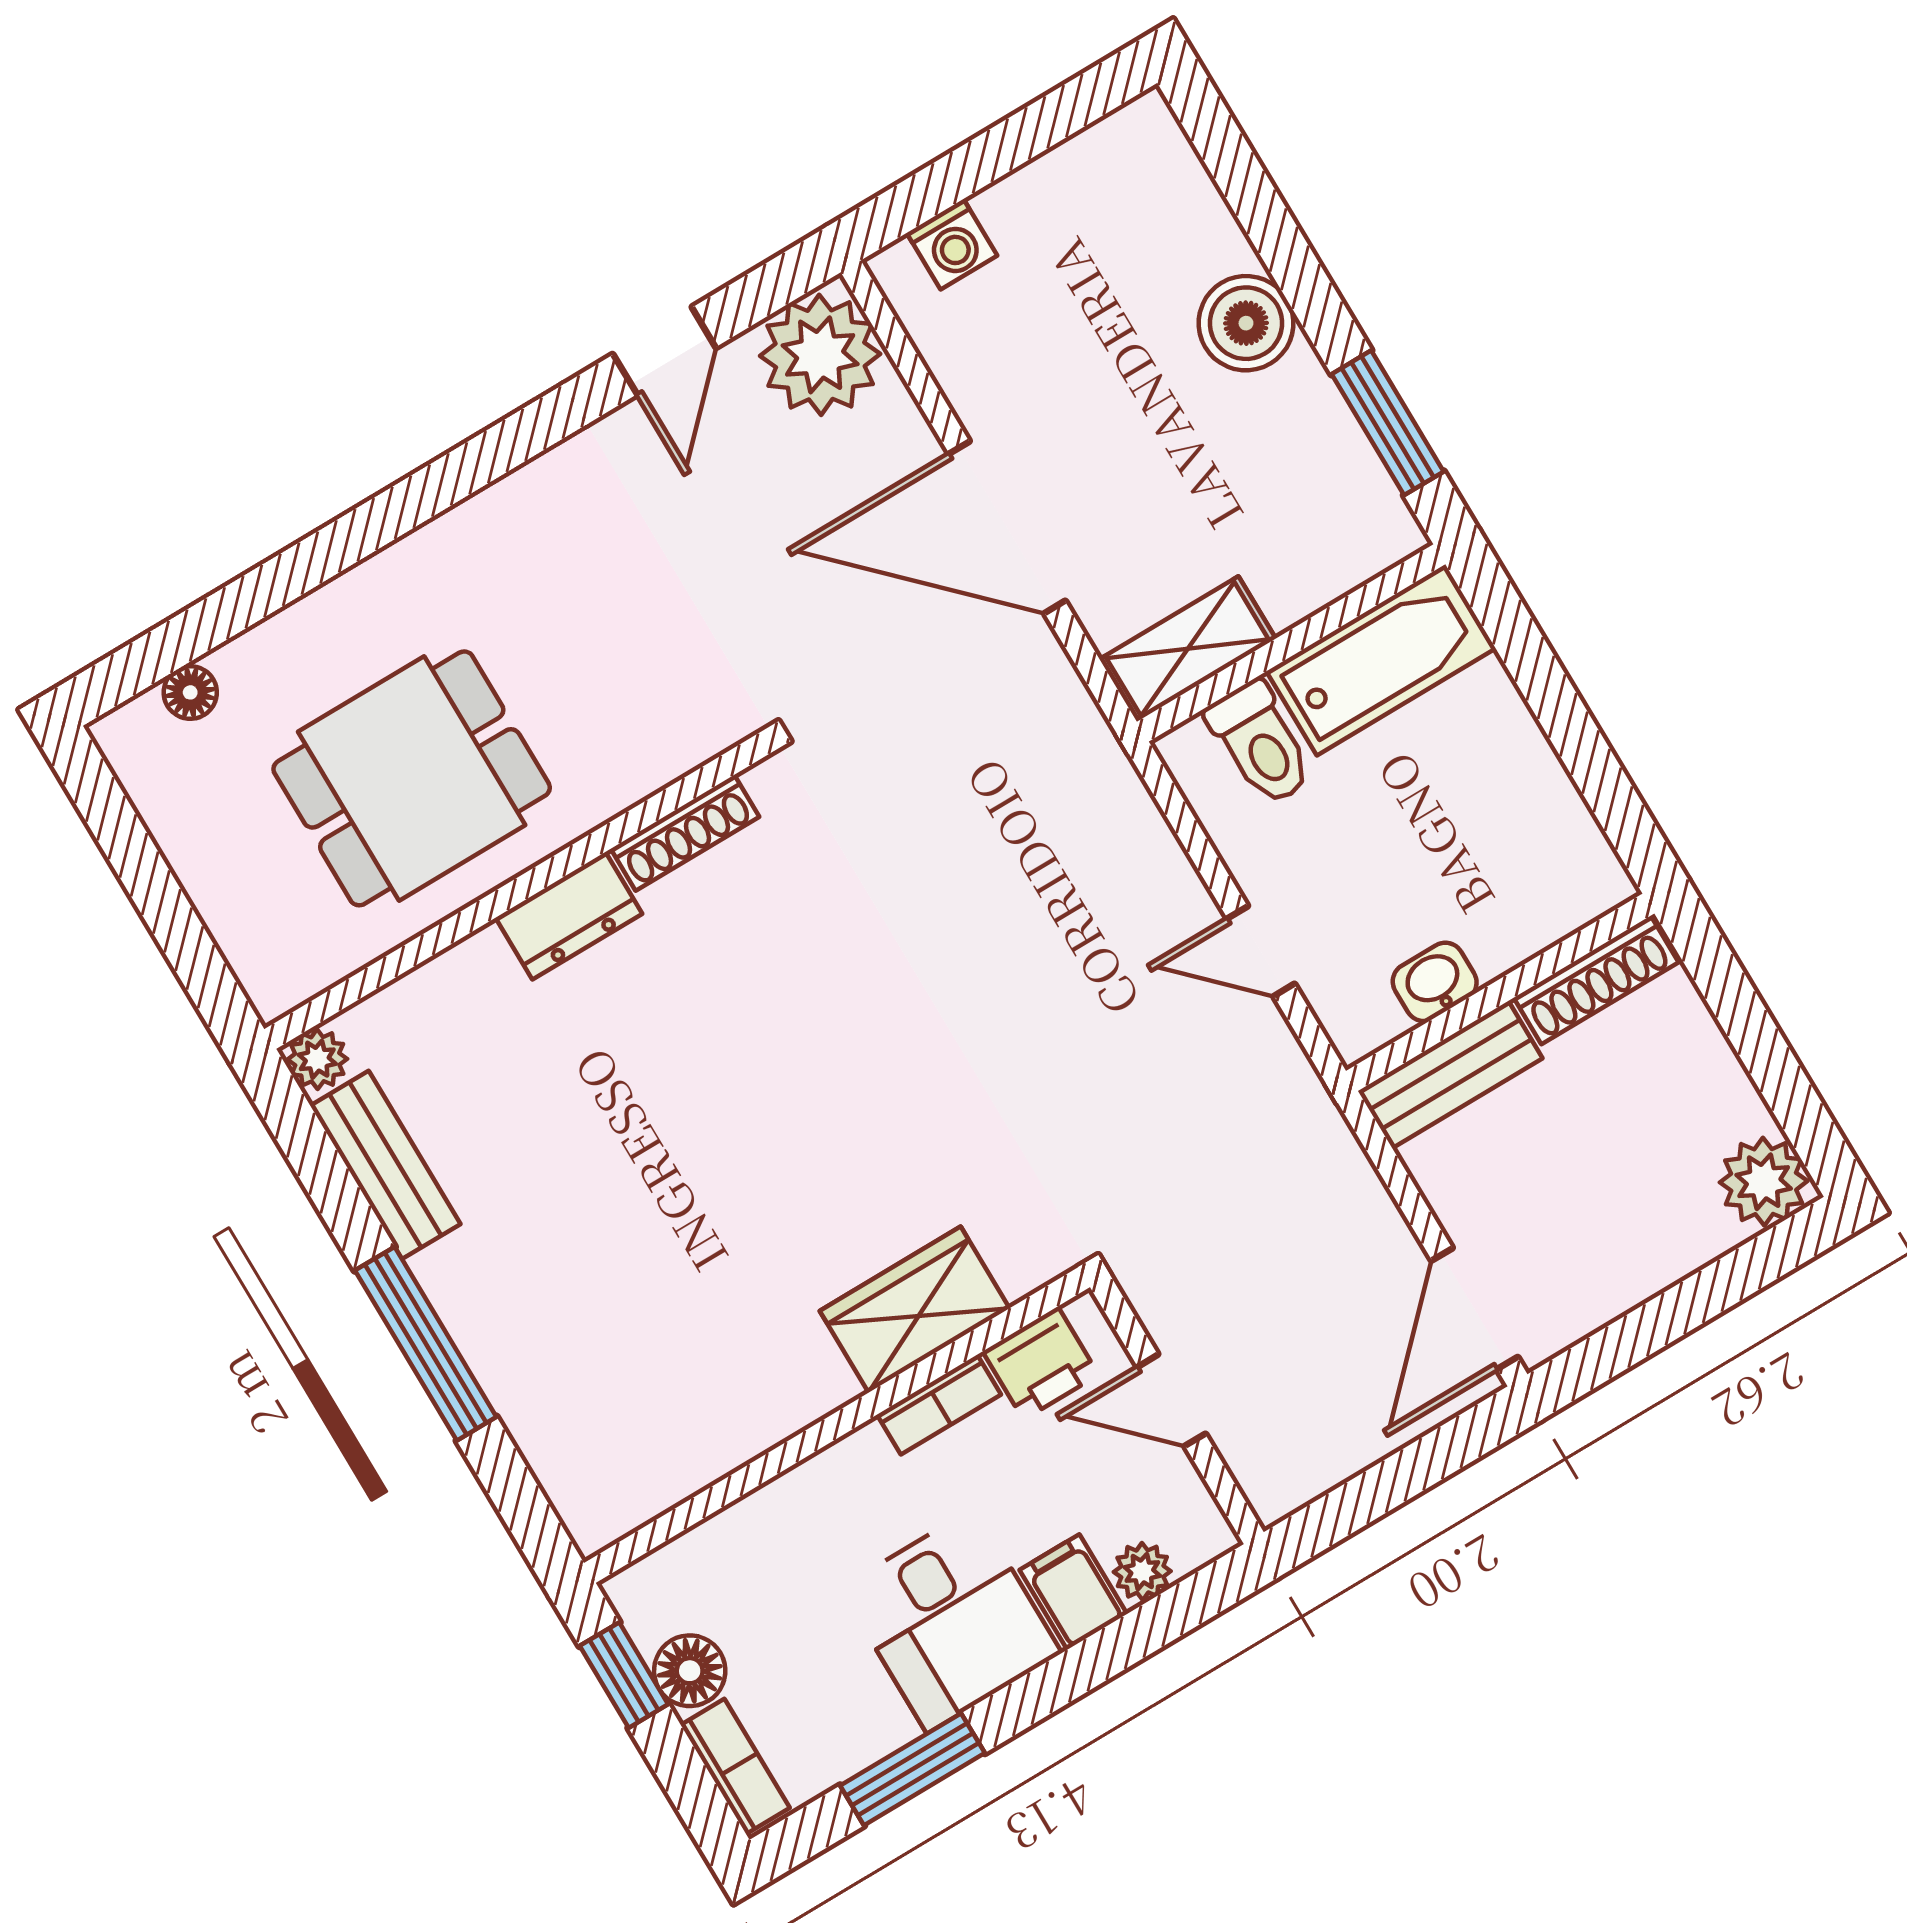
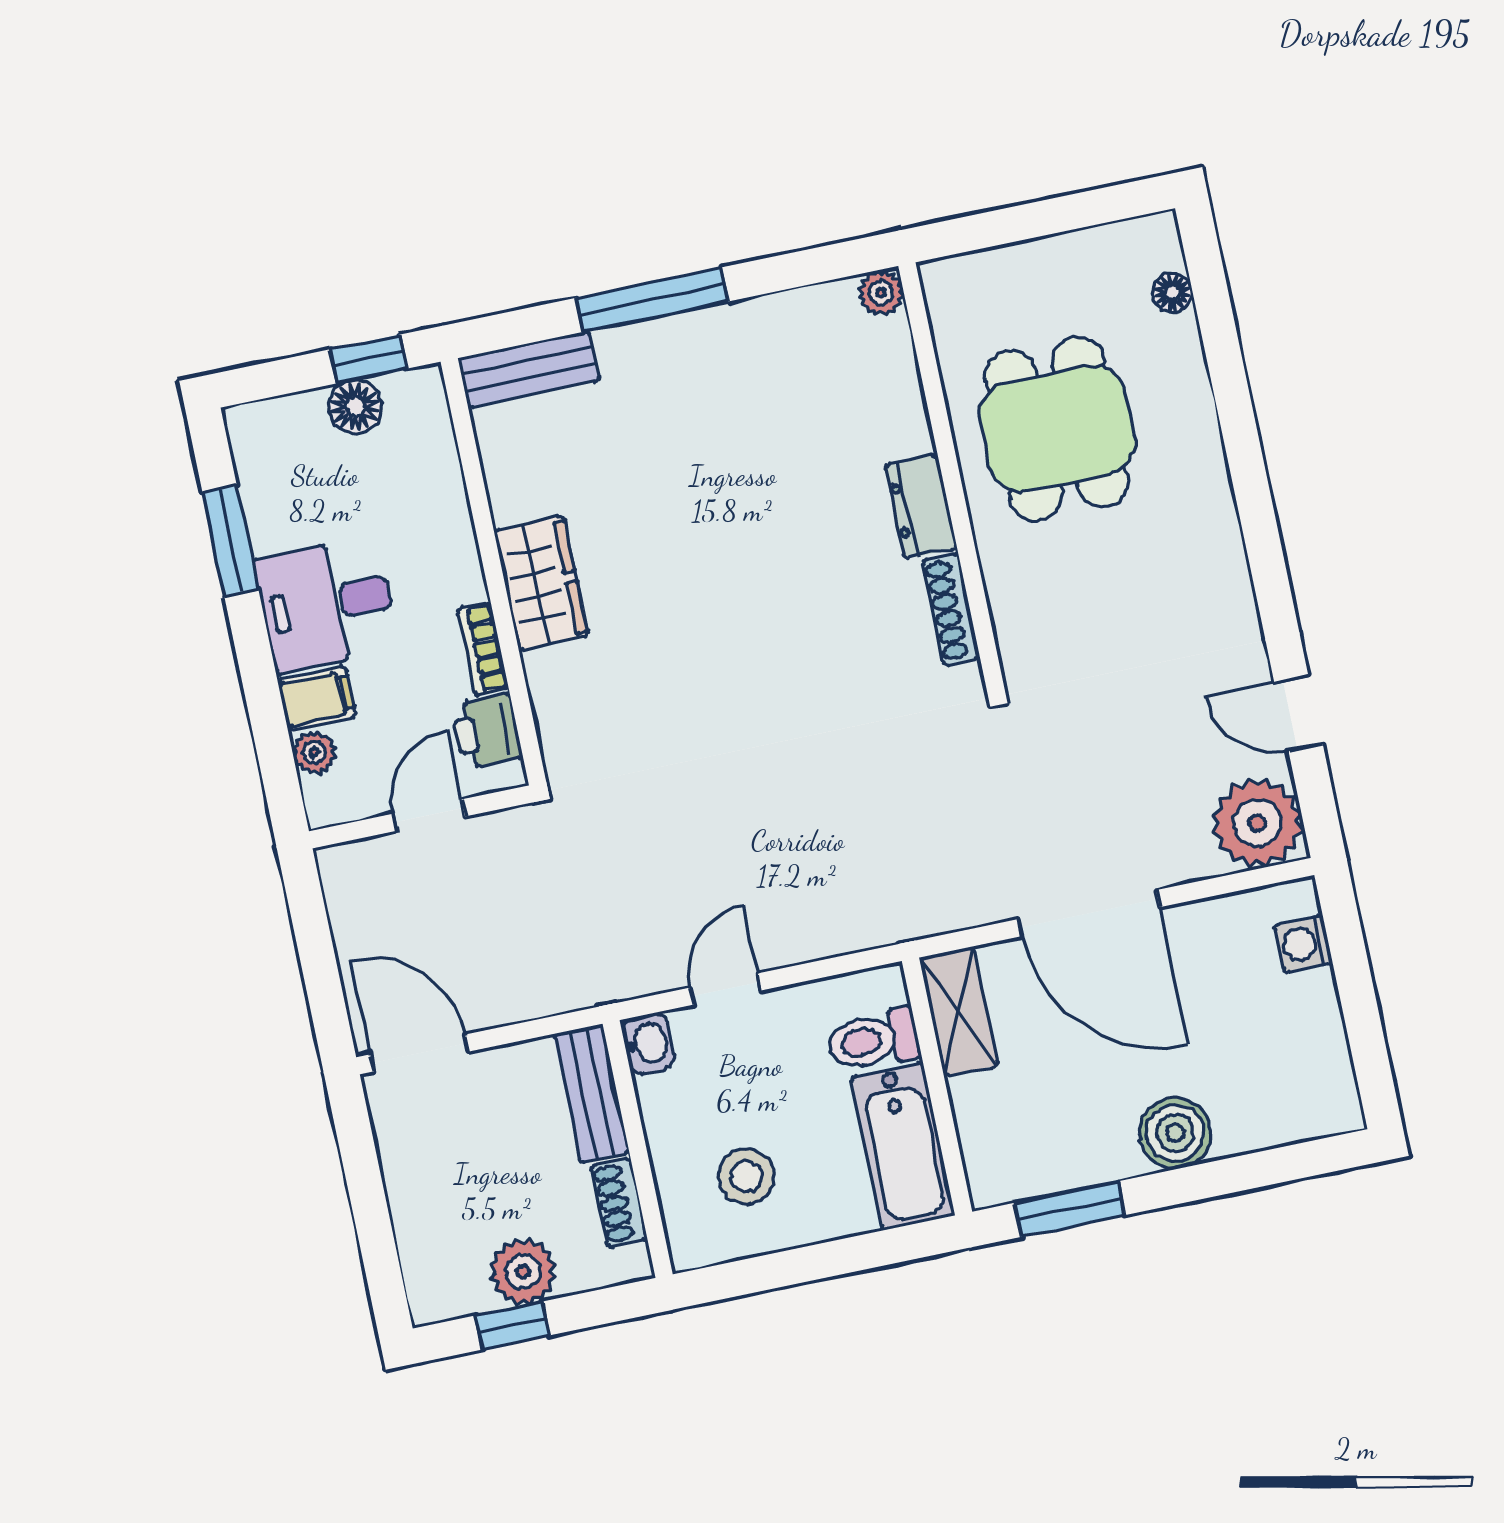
door: (1007, 527) -> (1089, 913), swing flipped
stool: (1487, 844) -> (746, 1176), added
shoe rack: (1596, 980) -> (619, 1202), width x0.70
washbasin: (1435, 982) -> (648, 1043), moved
window: (1777, 1073) -> (513, 1325), added
bench: (385, 1165) -> (529, 369), moved
plant: (1764, 1182) -> (523, 1272), moved
wardrobe: (915, 1310) -> (541, 583), moved
bookcase: (735, 1766) -> (276, 416), removed

